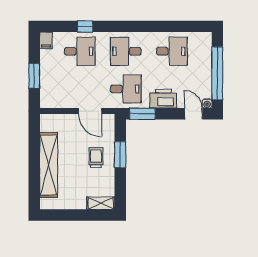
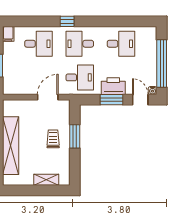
window: (85, 26) -> (67, 21), moved
door: (90, 111) -> (48, 97), swing flipped
window: (142, 114) -> (112, 100), moved
shelving: (101, 203) -> (46, 180), moved

